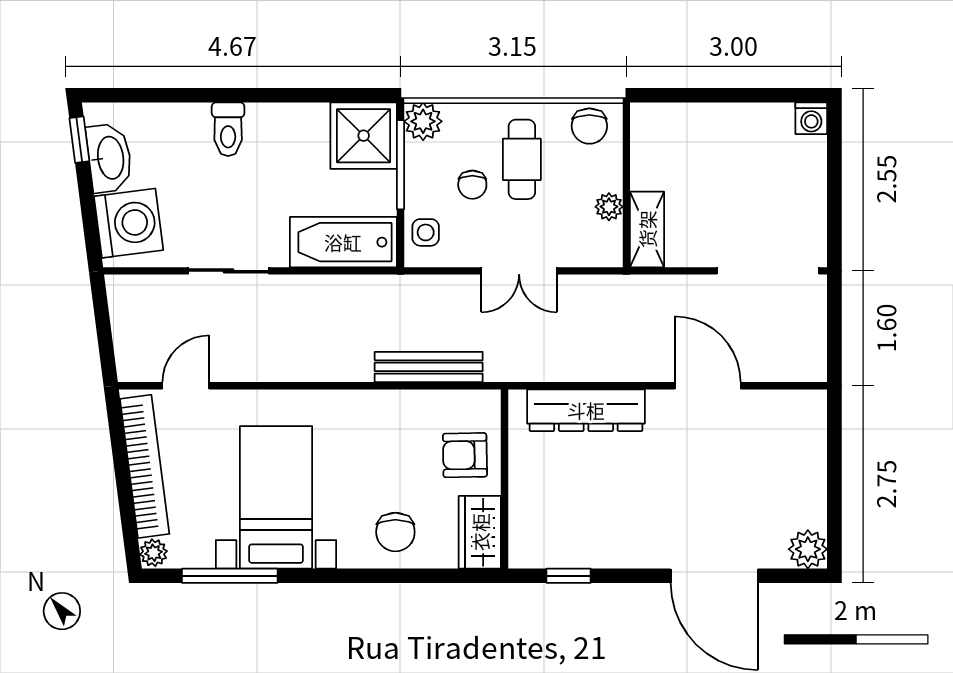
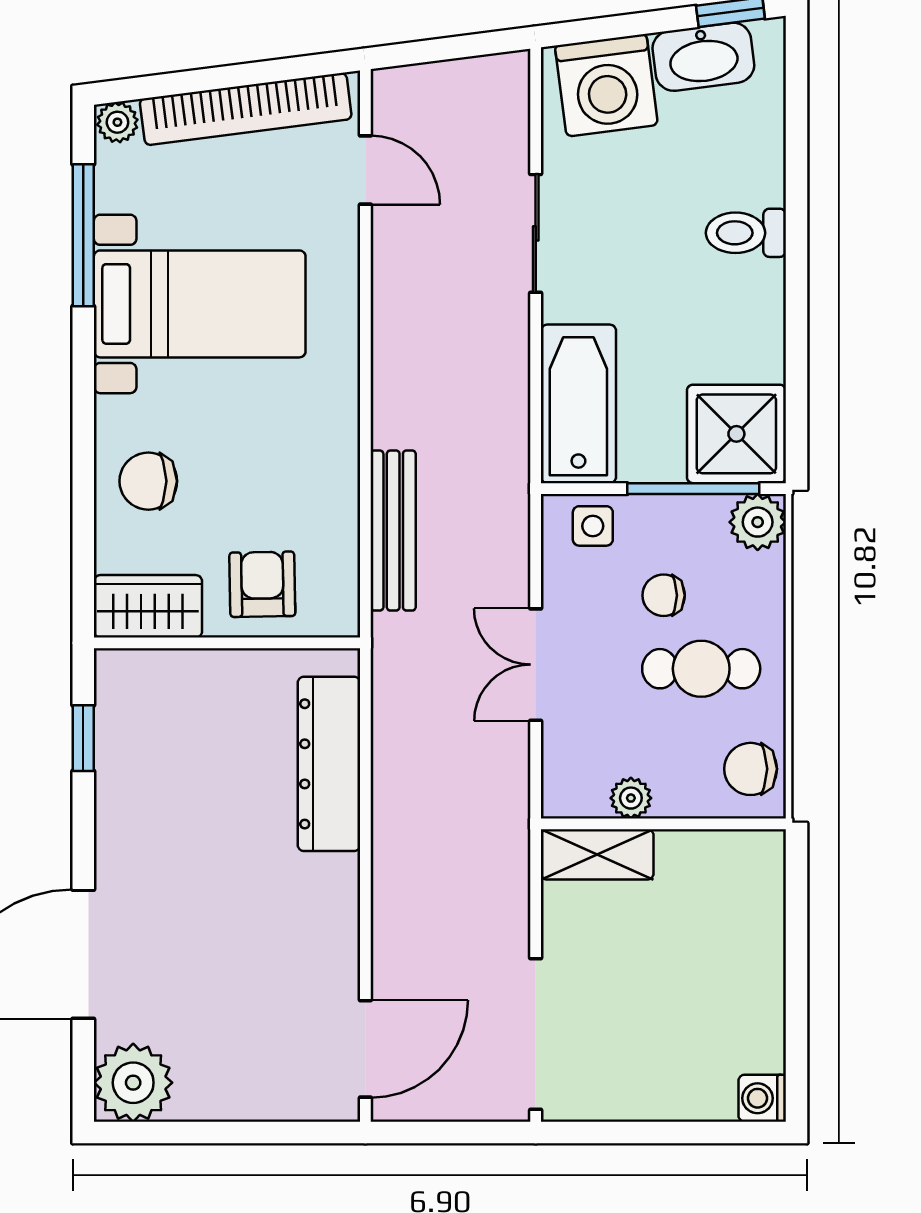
door: (708, 386) -> (365, 1049), moved
plant: (808, 549) -> (133, 1083), width x1.36, depth x1.36

